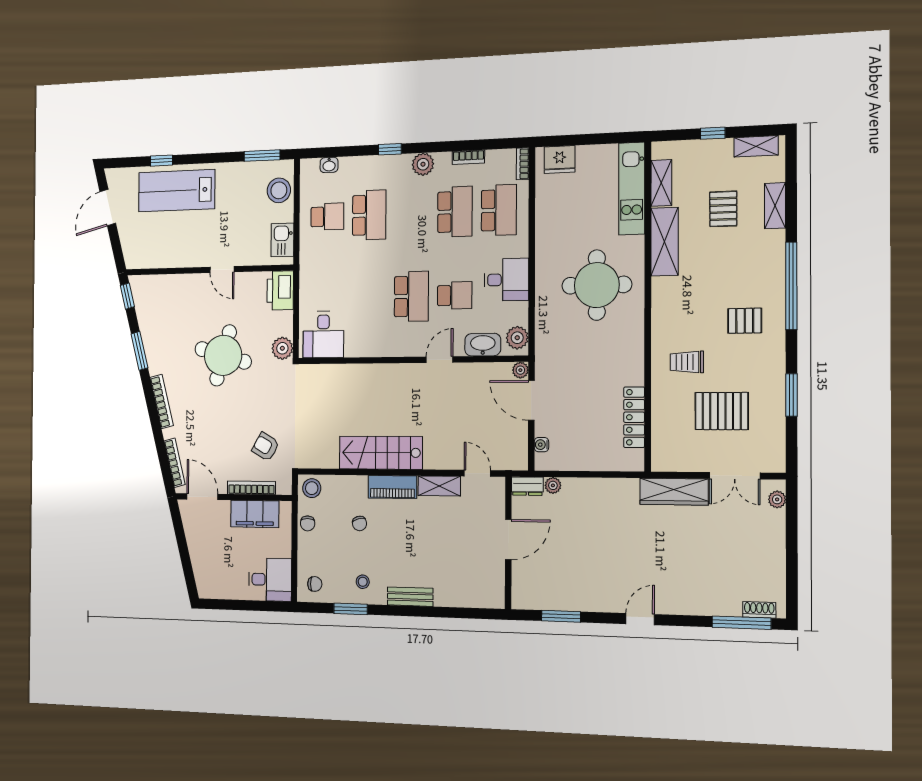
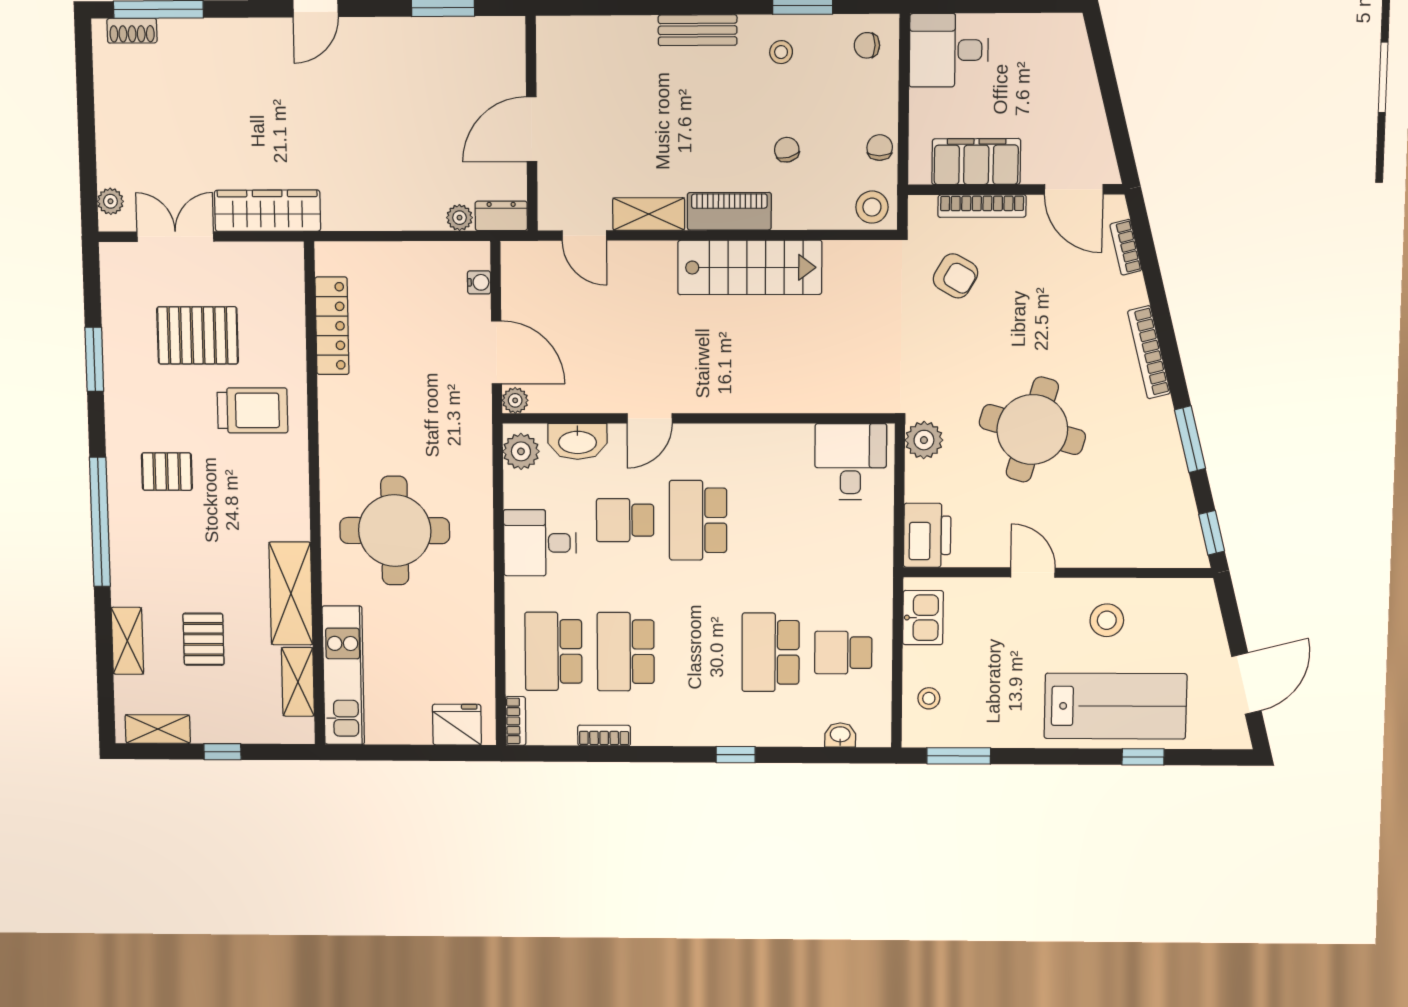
plant: (423, 164) -> (680, 728), removed
stool: (279, 190) -> (929, 698), width x0.53, depth x0.53
stool: (182, 242) -> (1107, 620), added
trolley: (687, 362) -> (252, 410), width x1.36, depth x1.39
bookcase: (175, 463) -> (1126, 247), width x0.64

